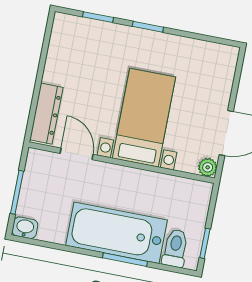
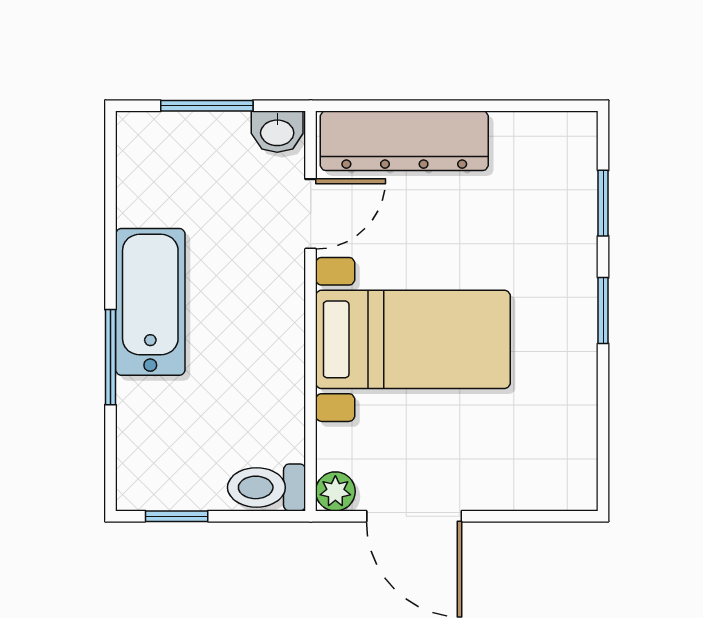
dresser: (46, 114) -> (404, 141), width x1.37, depth x1.24
washbasin: (25, 228) -> (277, 132), moved, turned 90
bathtub: (117, 233) -> (150, 302), width x0.73, depth x0.73
toilet: (175, 248) -> (267, 487), moved, turned 180

